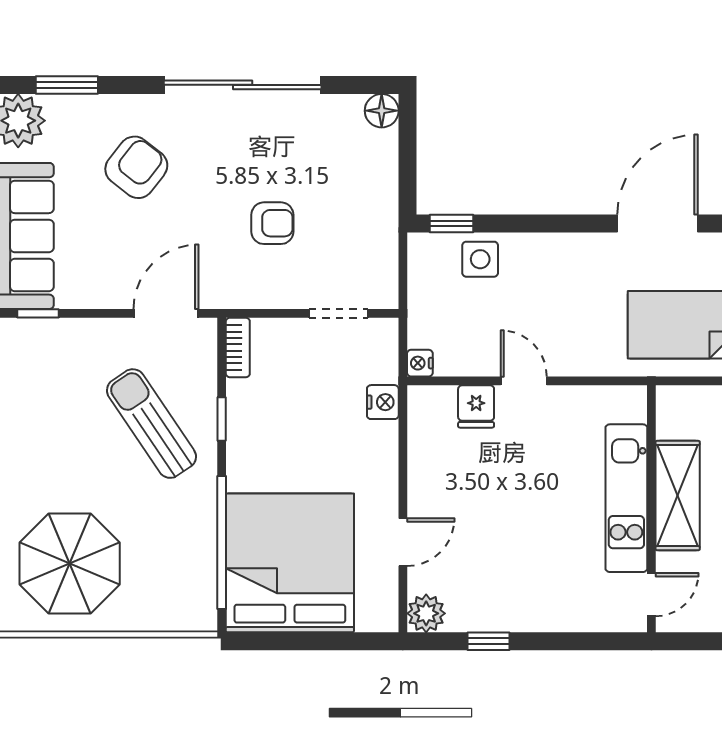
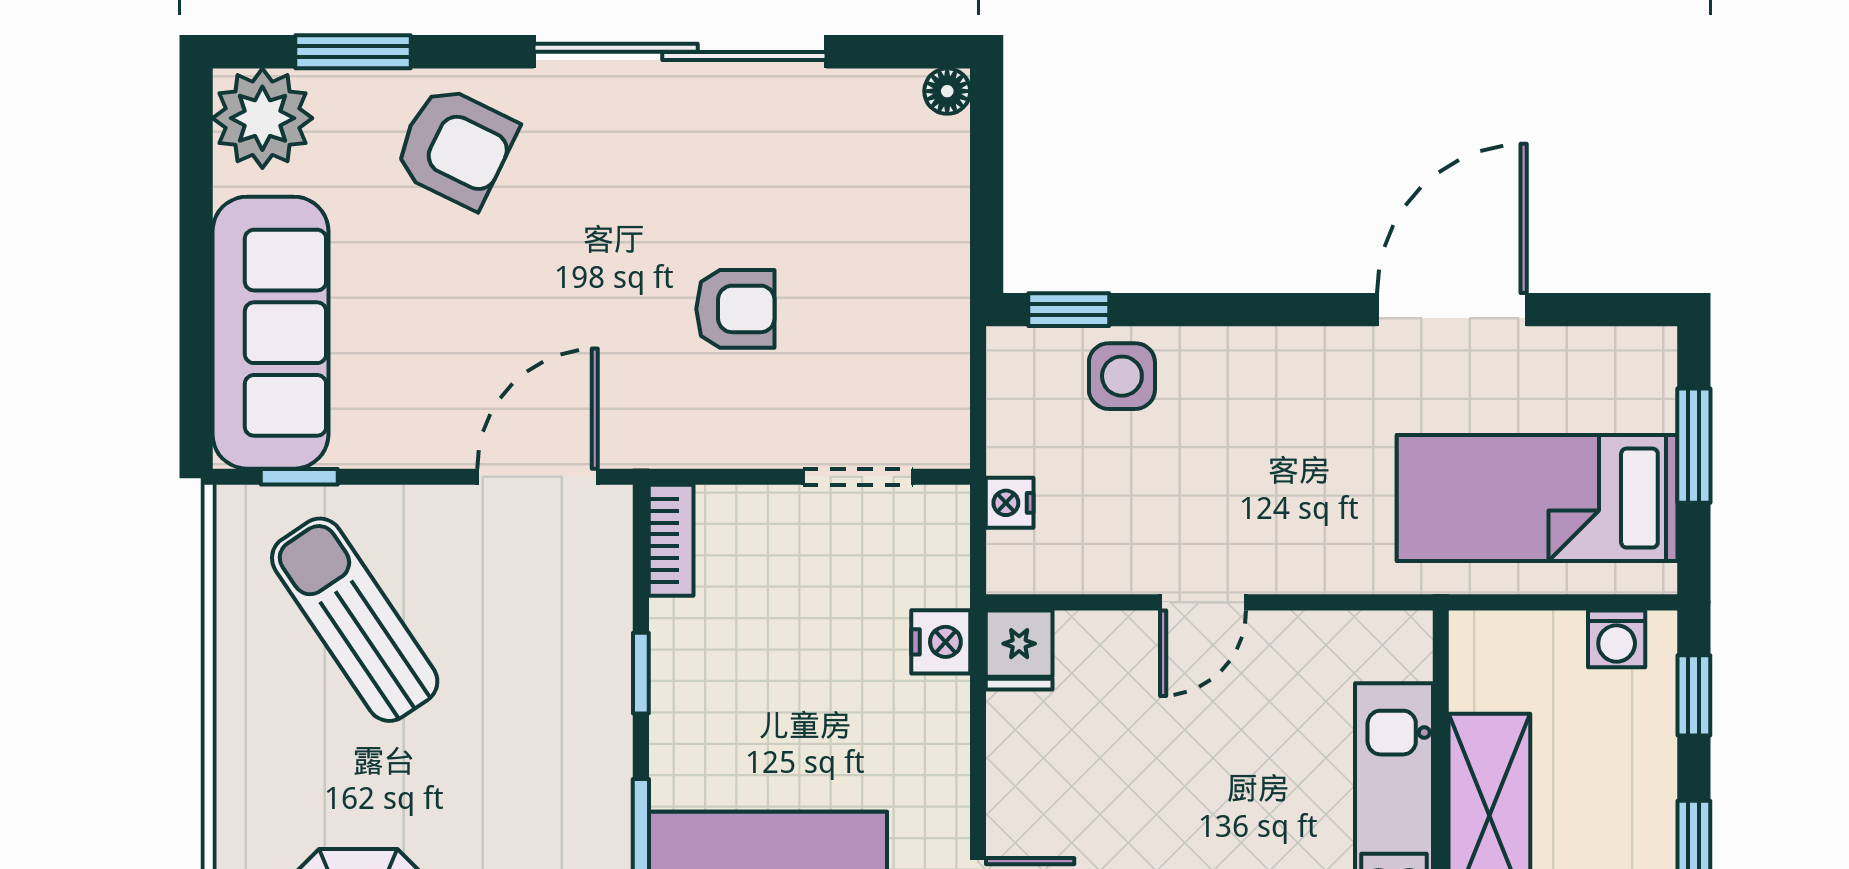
floor lamp: (382, 111) -> (947, 91), width x0.73, depth x0.73
armchair: (136, 167) -> (455, 147), moved, turned 78
nightstand: (420, 363) -> (1010, 503), moved
door: (524, 381) -> (1203, 602), swing flipped
fridge: (476, 406) -> (1019, 650), moved
sun lounger: (151, 424) -> (355, 620), moved

